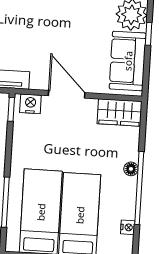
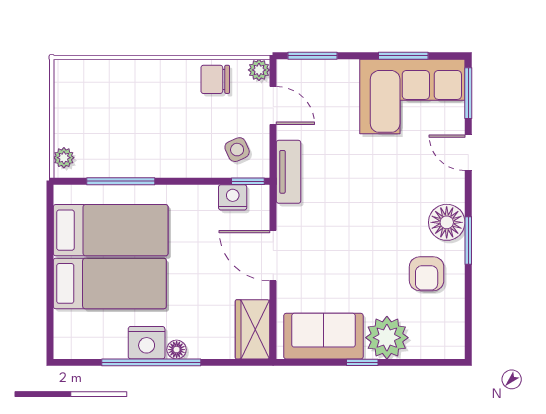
door: (67, 94) -> (273, 256), swing flipped
nightstand: (30, 104) -> (233, 197), moved, turned -90
nightstand: (128, 227) -> (147, 343), moved, width x1.89, depth x1.79

